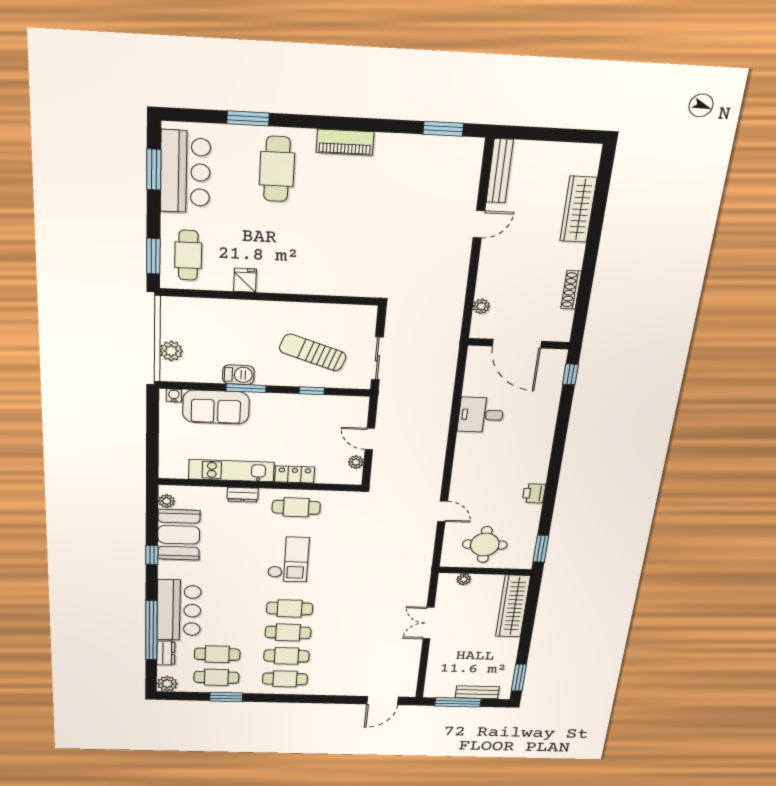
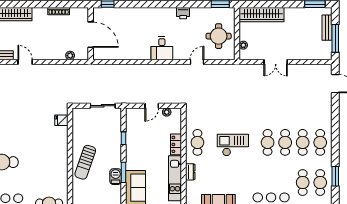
fridge: (245, 280) -> (61, 120), moved
door: (517, 344) -> (91, 35), hinge flipped
sun lounger: (313, 352) -> (85, 162), moved
desk: (481, 415) -> (162, 48), moved

